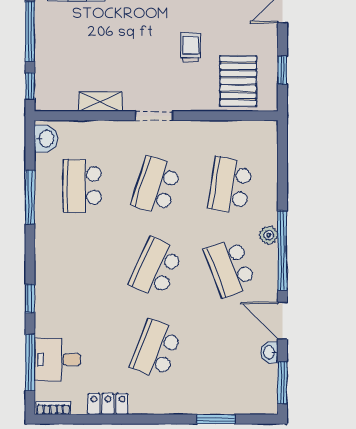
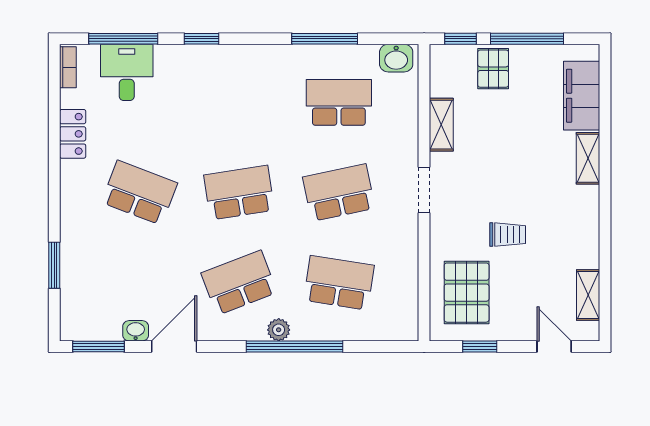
pallet: (55, 59) -> (493, 69), added
pallet: (238, 81) -> (467, 293), turned 90
school desk: (156, 186) -> (339, 193), turned -30
window: (282, 250) -> (295, 346), moved
school desk: (156, 267) -> (239, 193), turned -33

